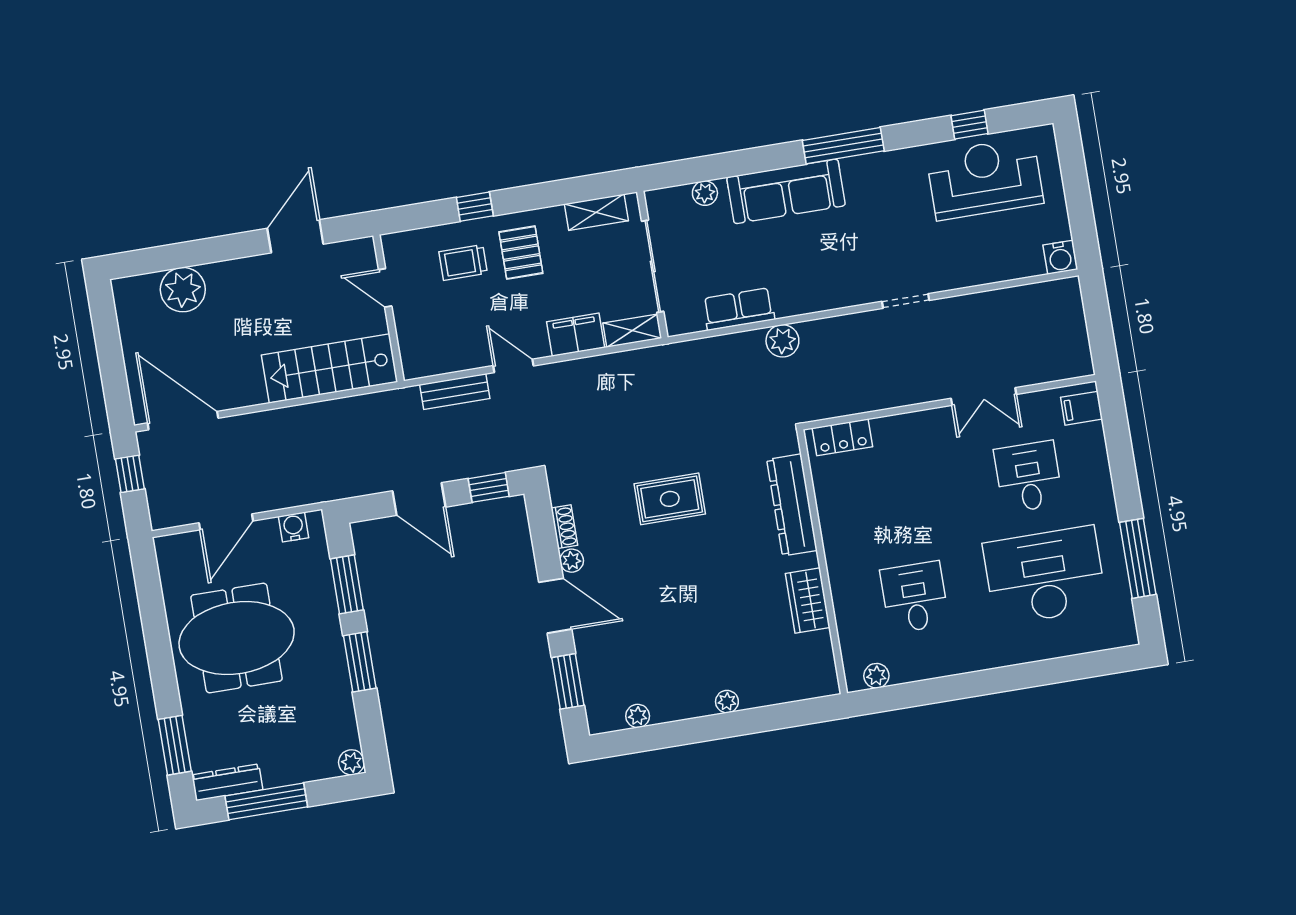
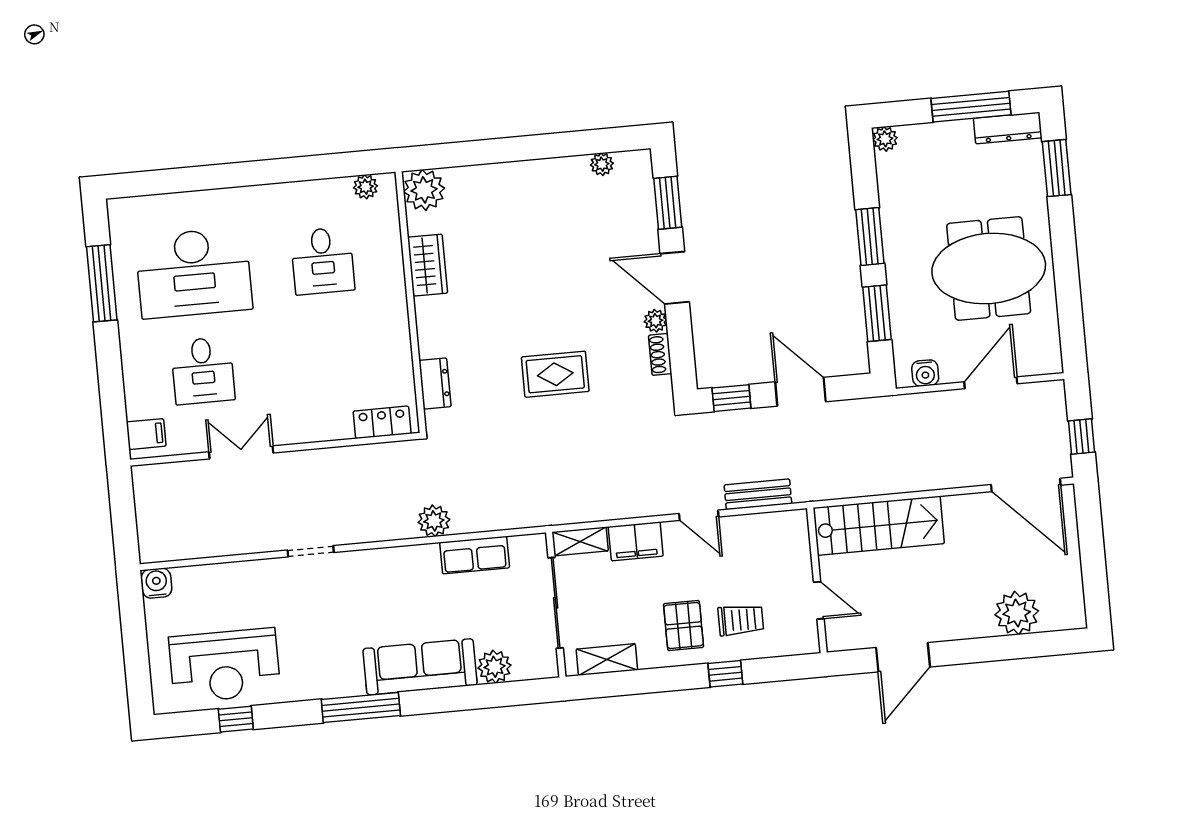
plant: (705, 193) -> (494, 667), width x1.38, depth x1.38
dresser: (792, 505) -> (435, 384), width x0.51, depth x0.80
plant: (727, 702) -> (424, 190), moved, width x1.87, depth x1.87

